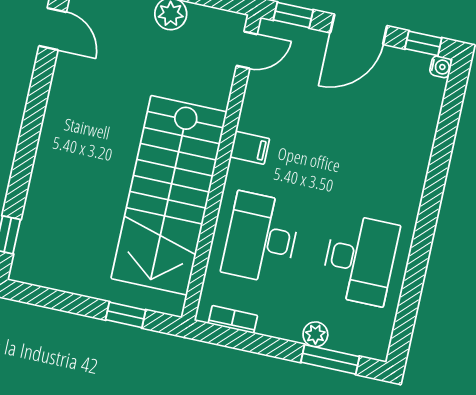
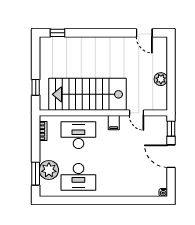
door: (53, 29) -> (144, 33), hinge flipped
window: (423, 43) -> (171, 183), removed
door: (247, 50) -> (137, 113), moved
plant: (315, 334) -> (49, 170), width x1.87, depth x1.87

